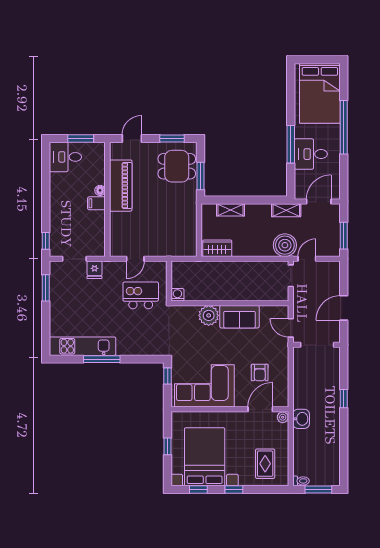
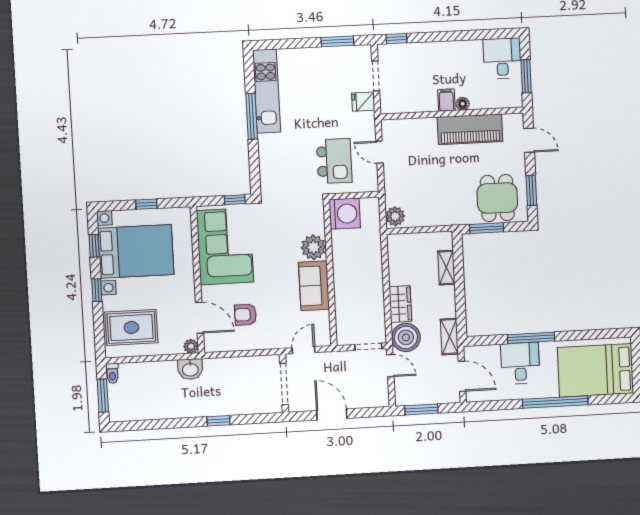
wardrobe: (217, 248) -> (400, 304), moved
plant: (187, 249) -> (395, 216), added
washing machine: (177, 295) -> (345, 214), width x1.89, depth x1.89
rug: (265, 464) -> (131, 327), width x1.36, depth x1.43

